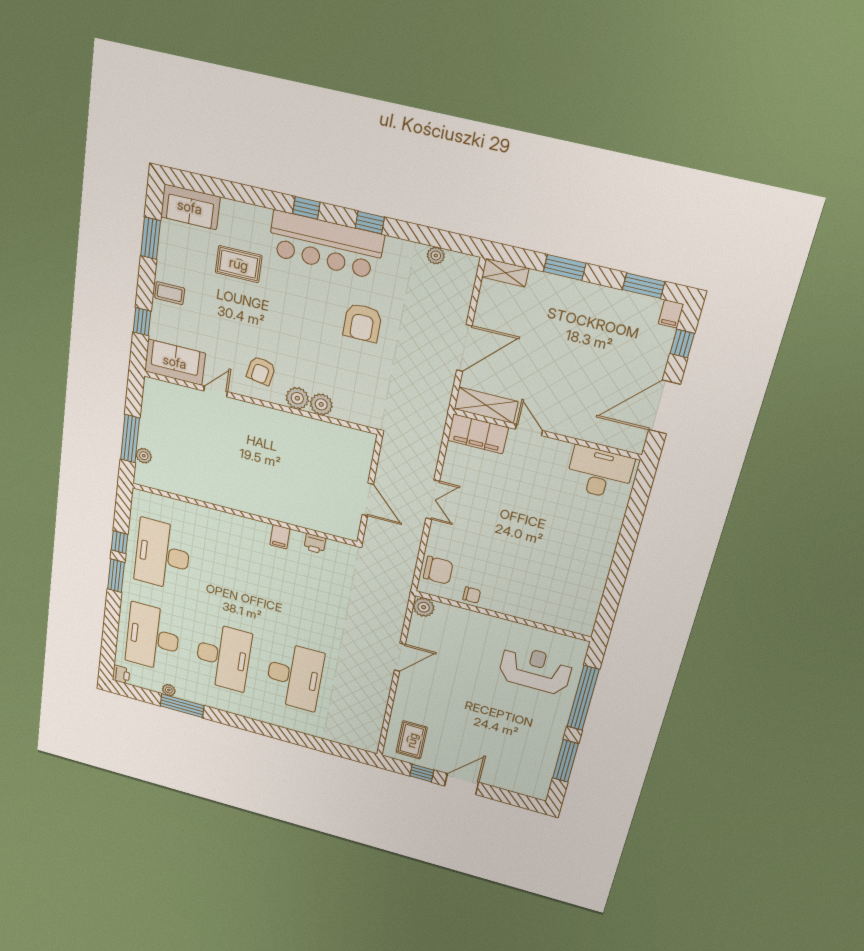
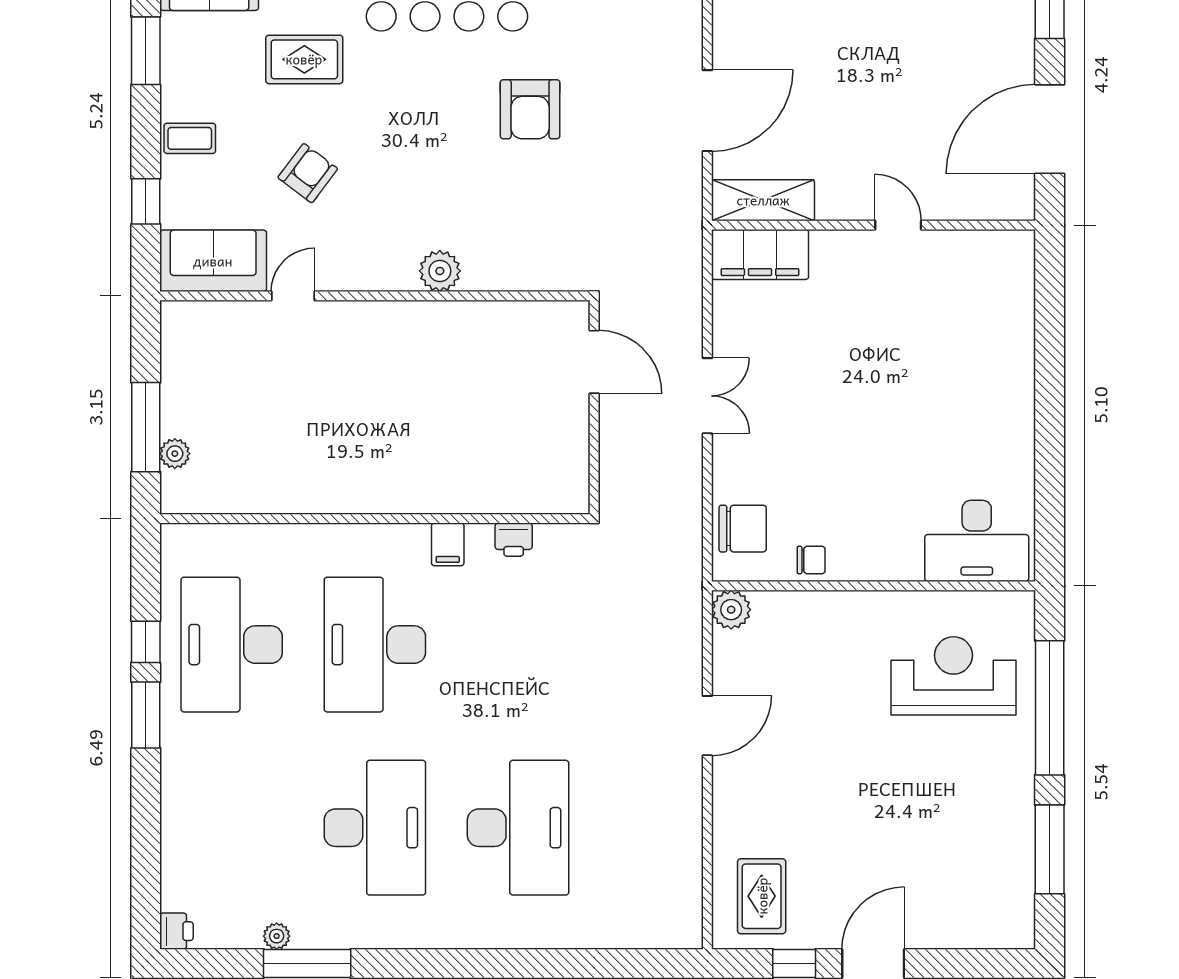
armchair: (261, 371) -> (308, 173), moved, turned -153
plant: (321, 404) -> (483, 271), removed
door: (529, 430) -> (898, 225), moved
desk: (600, 473) -> (977, 541), moved, turned 180
door: (368, 499) -> (594, 362), moved
desk: (153, 637) -> (375, 645), moved

